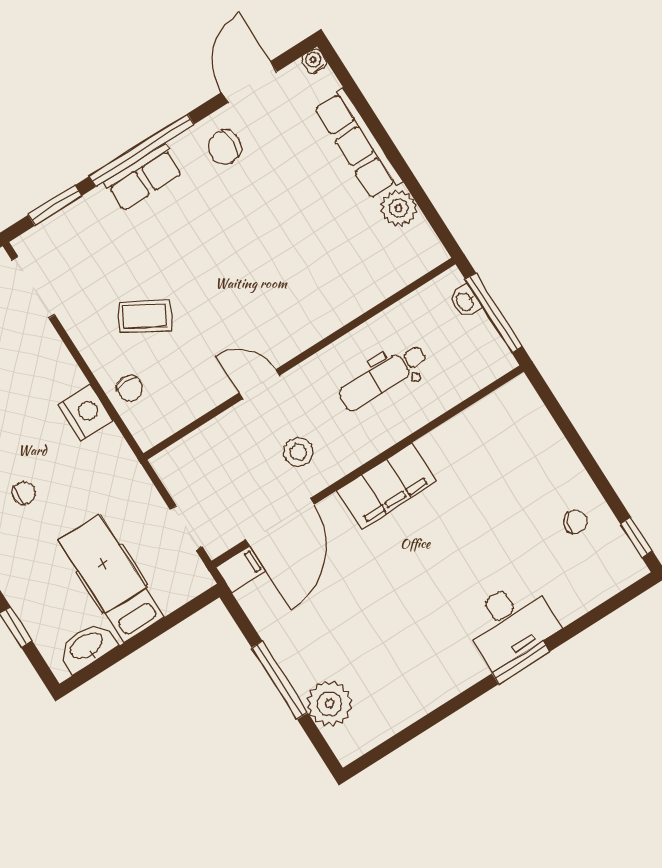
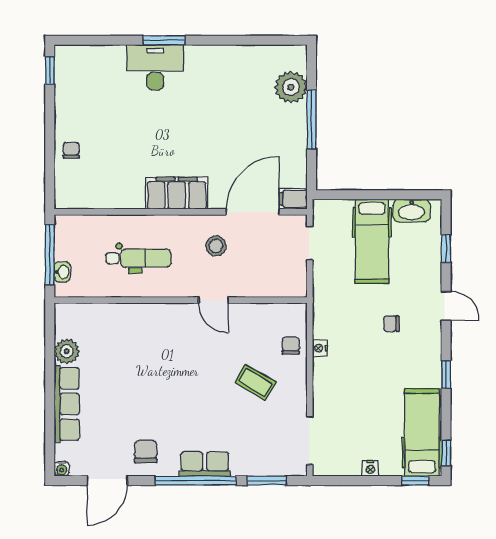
chair: (225, 147) -> (146, 451), turned -90
nightstand: (85, 413) -> (320, 348), width x0.53, depth x0.56
chair: (575, 522) -> (71, 150), moved, turned 68

